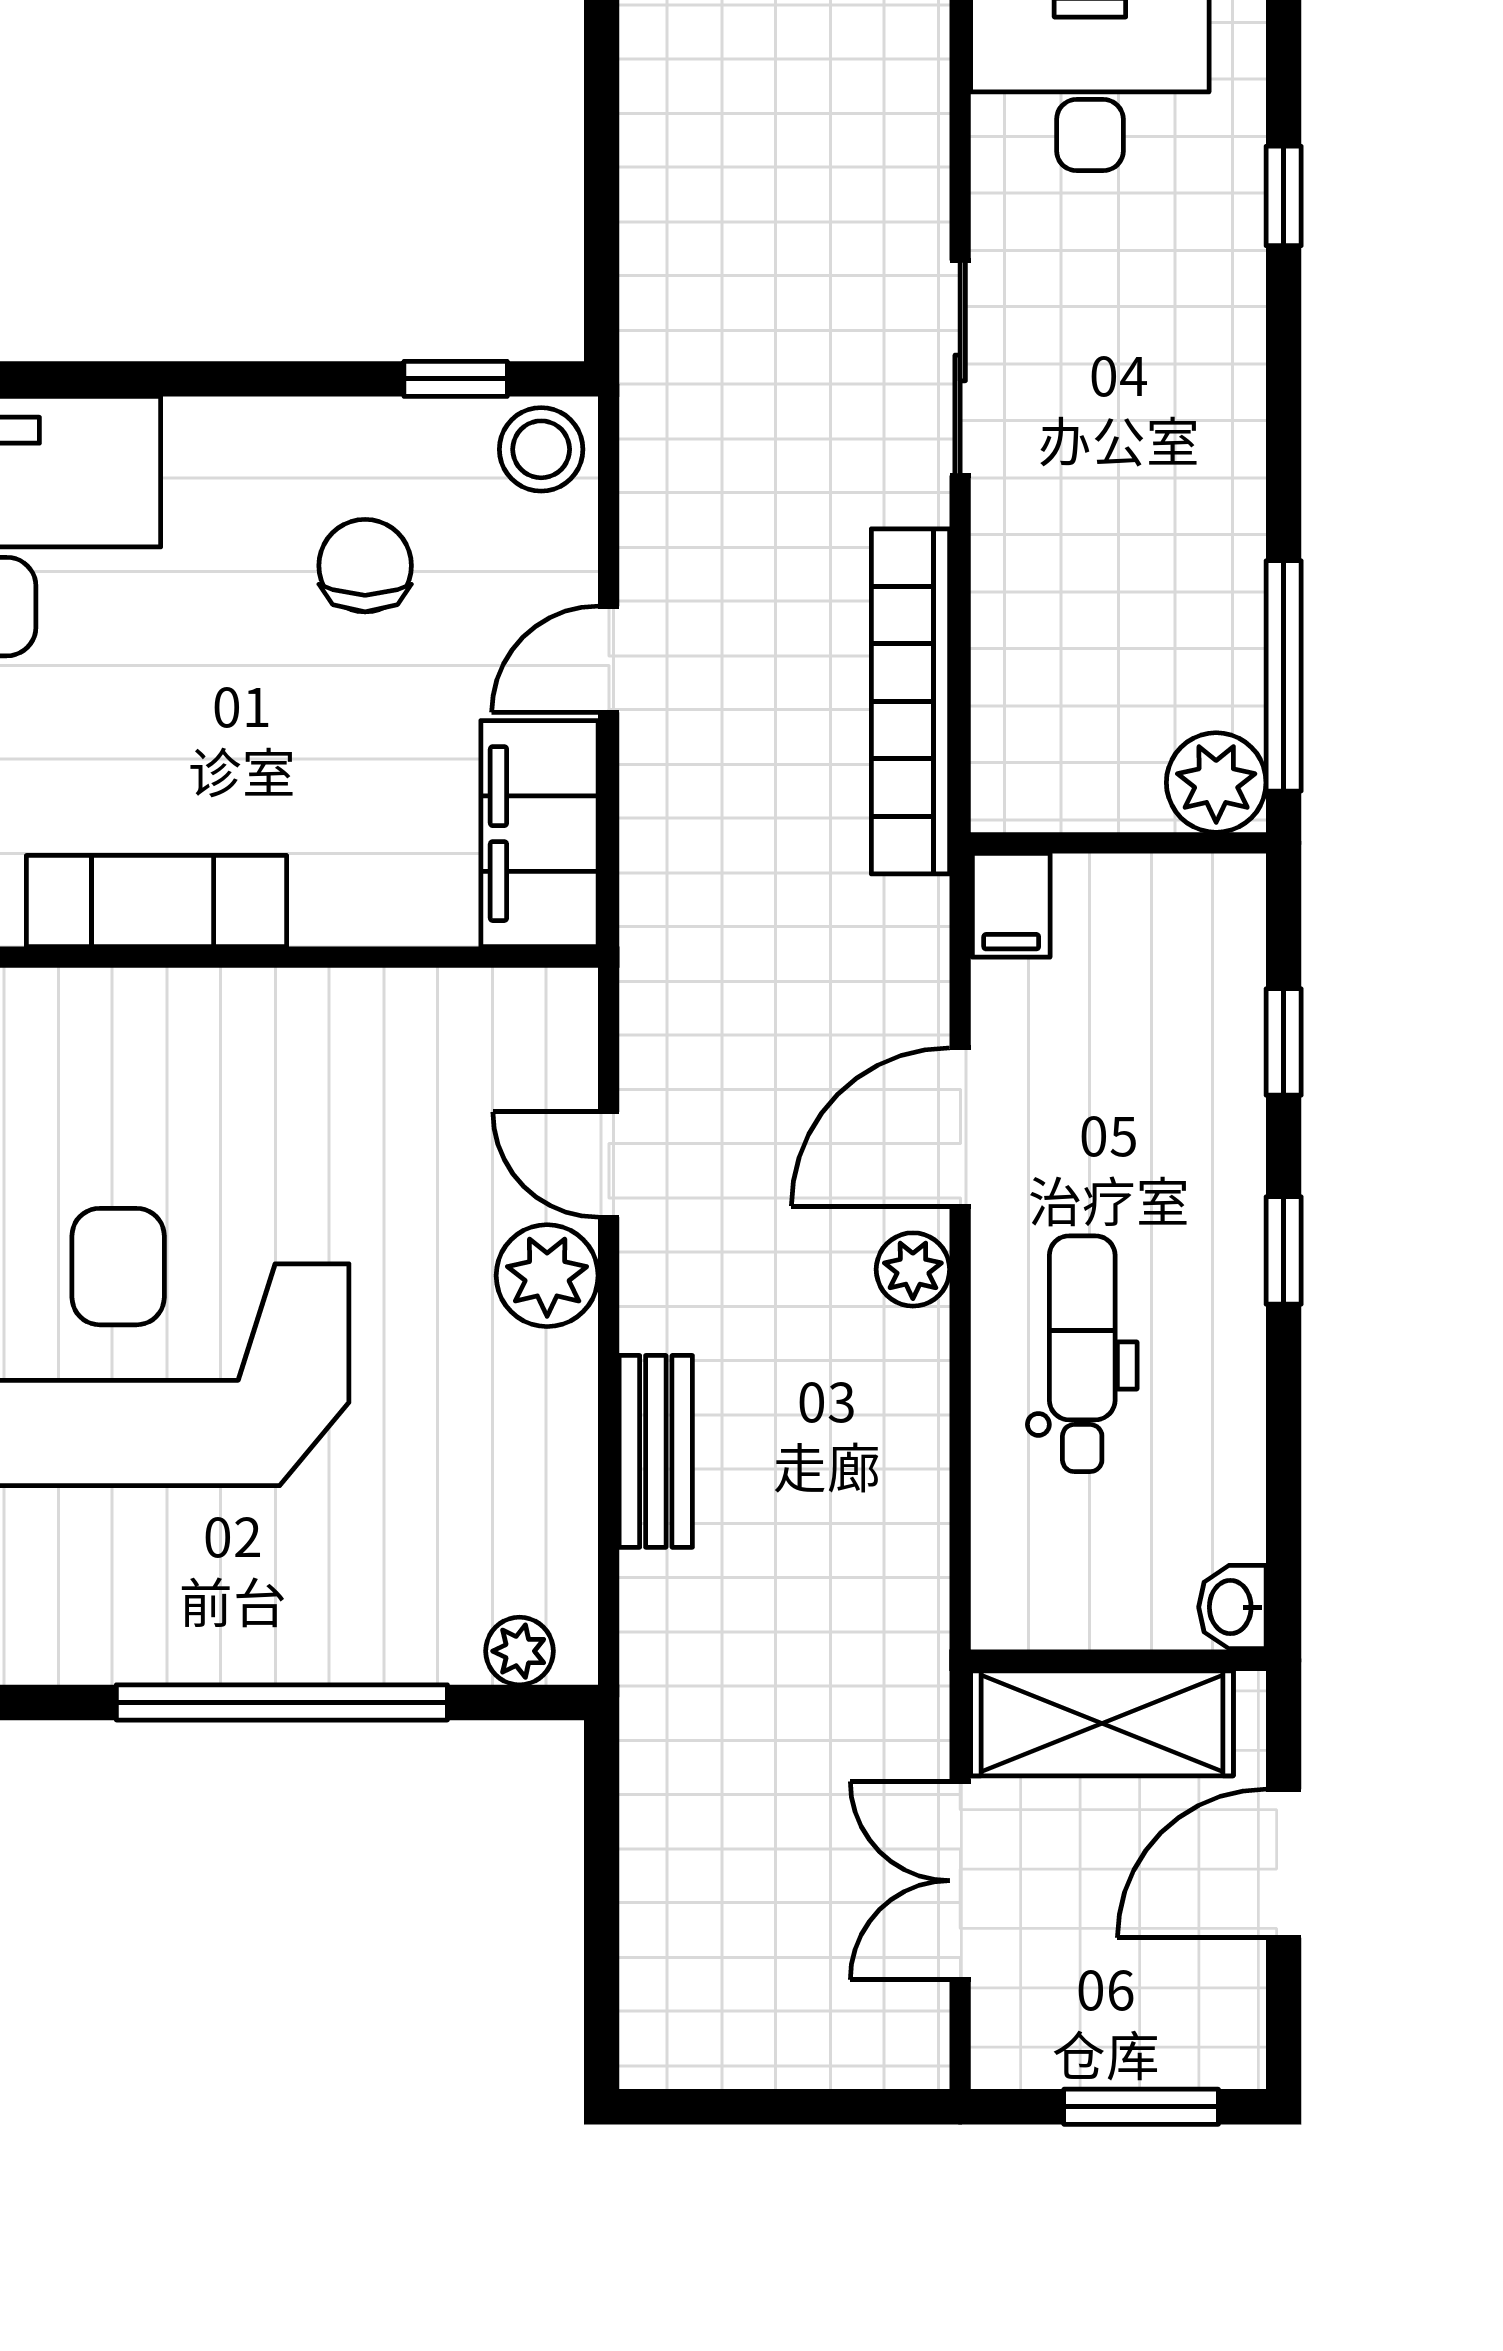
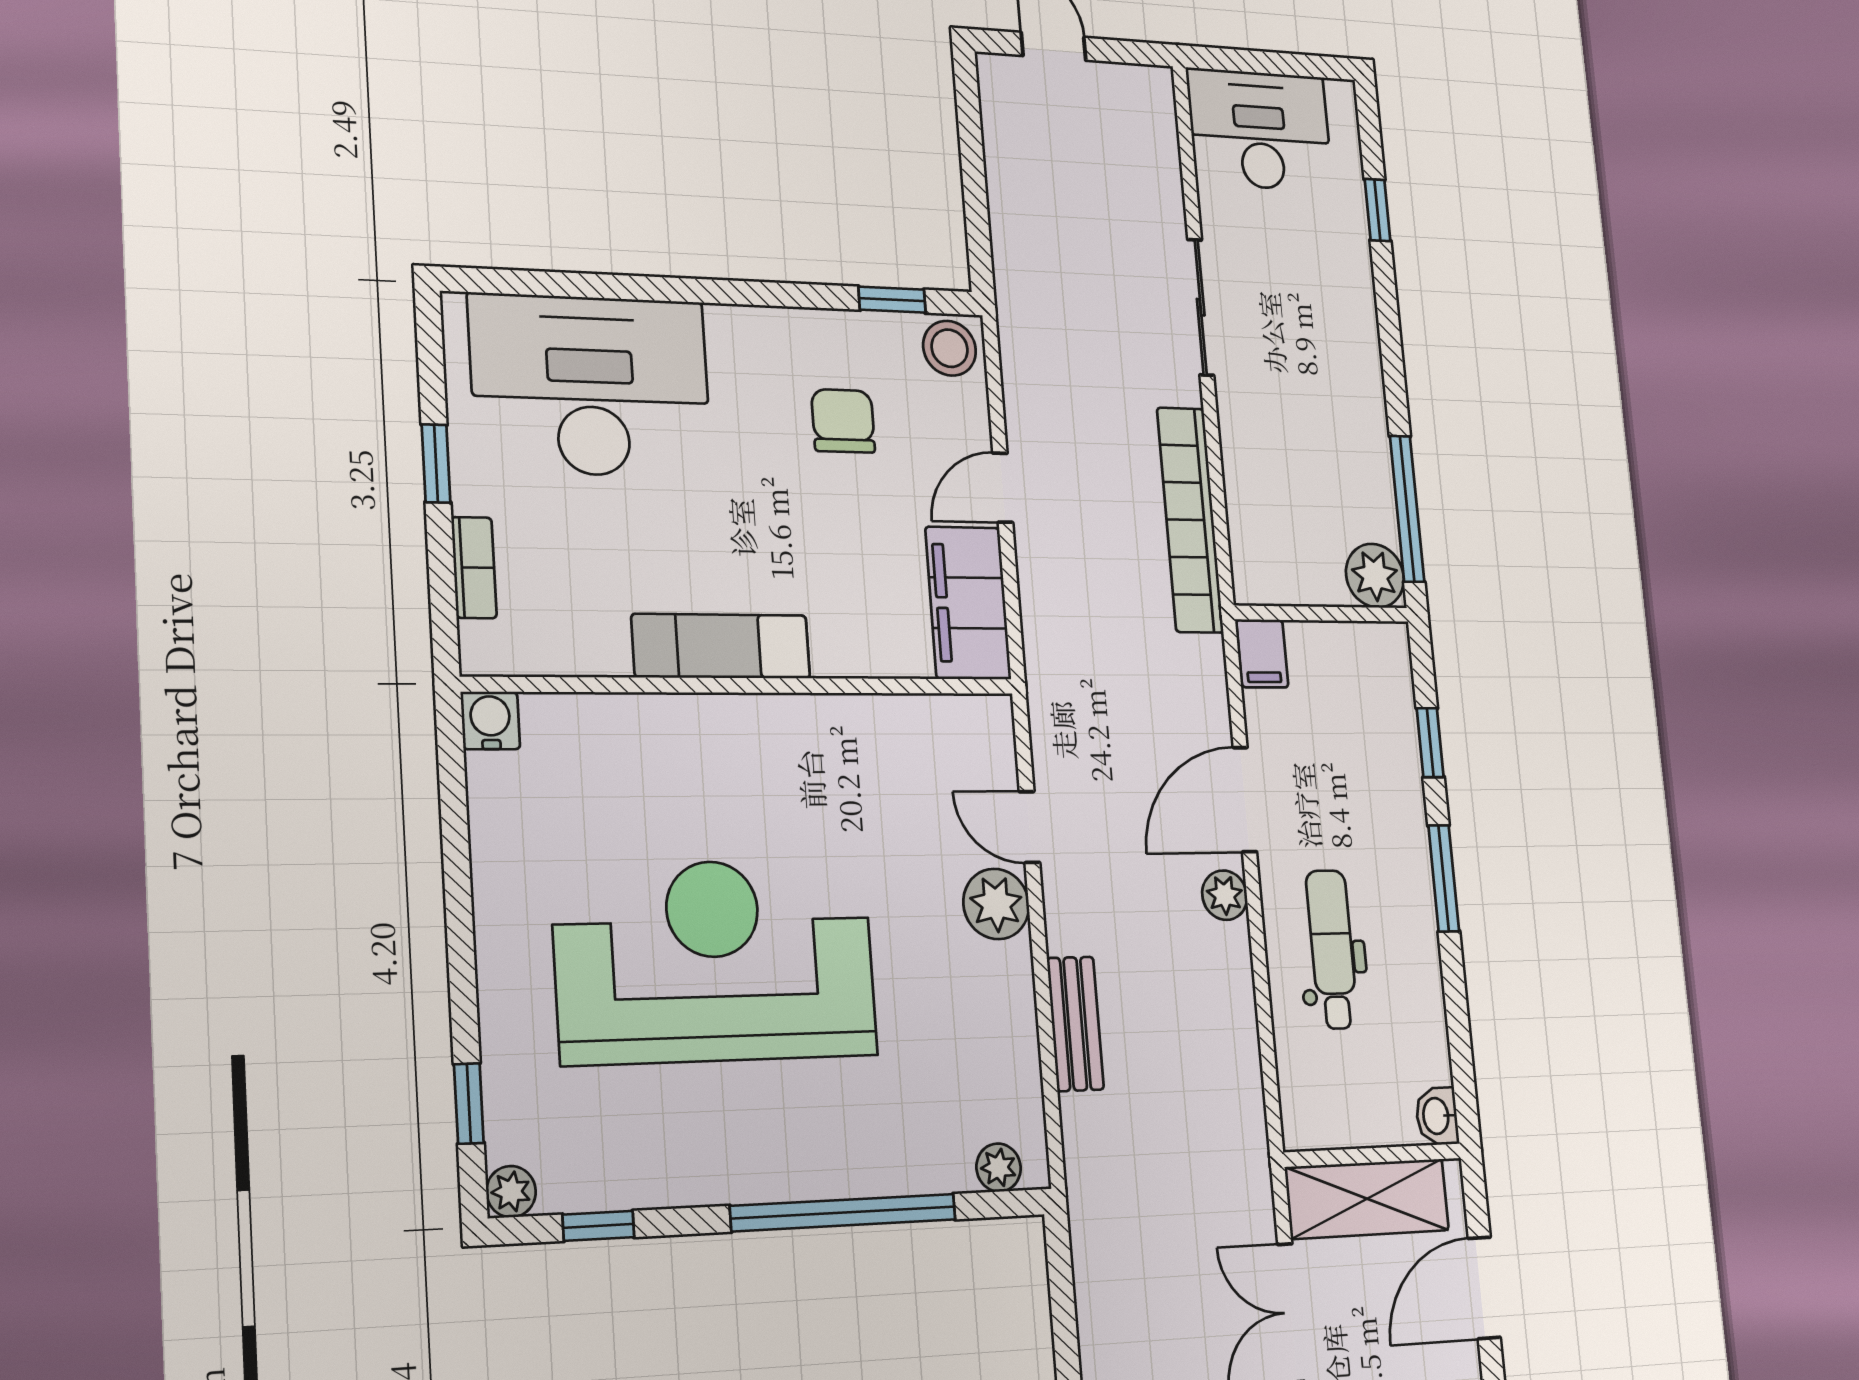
window: (1284, 1250) -> (1444, 878), width x1.50

